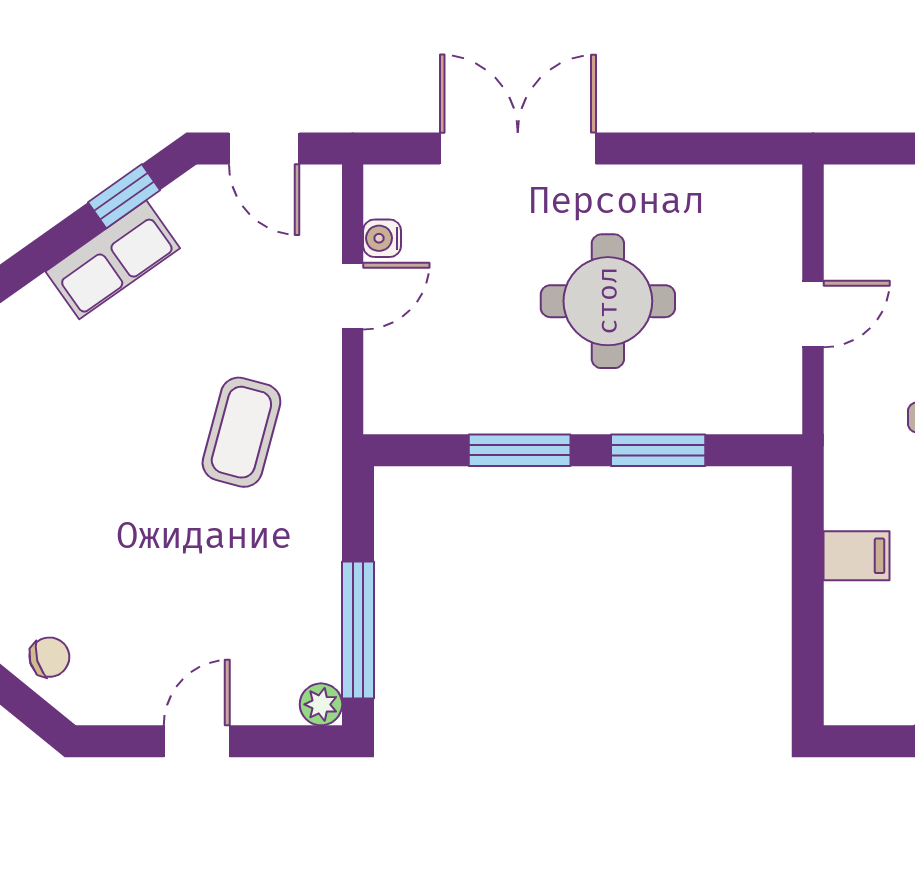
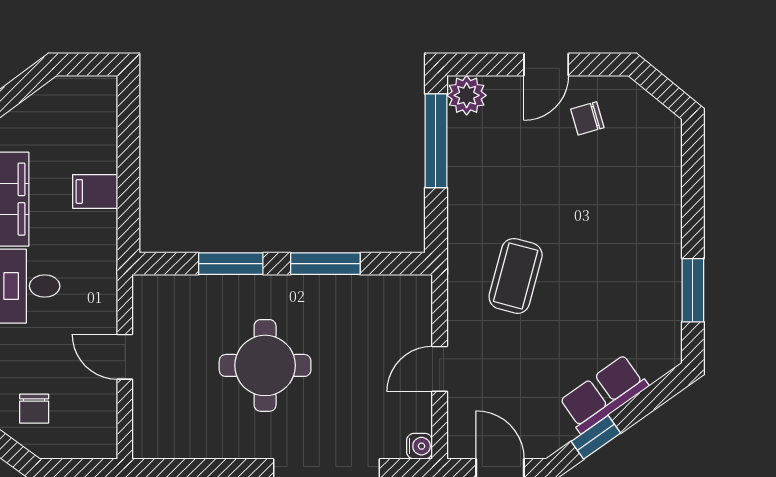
water cooler: (382, 238) -> (419, 446), moved
door: (813, 314) -> (125, 357), hinge flipped
chair: (49, 657) -> (587, 118), moved
plant: (321, 704) -> (467, 95), width x1.38, depth x1.38

